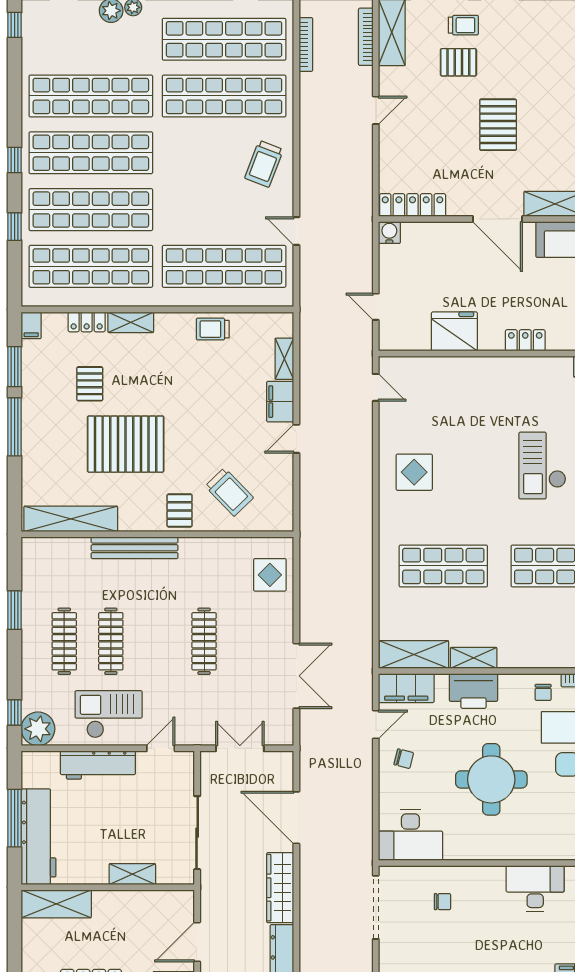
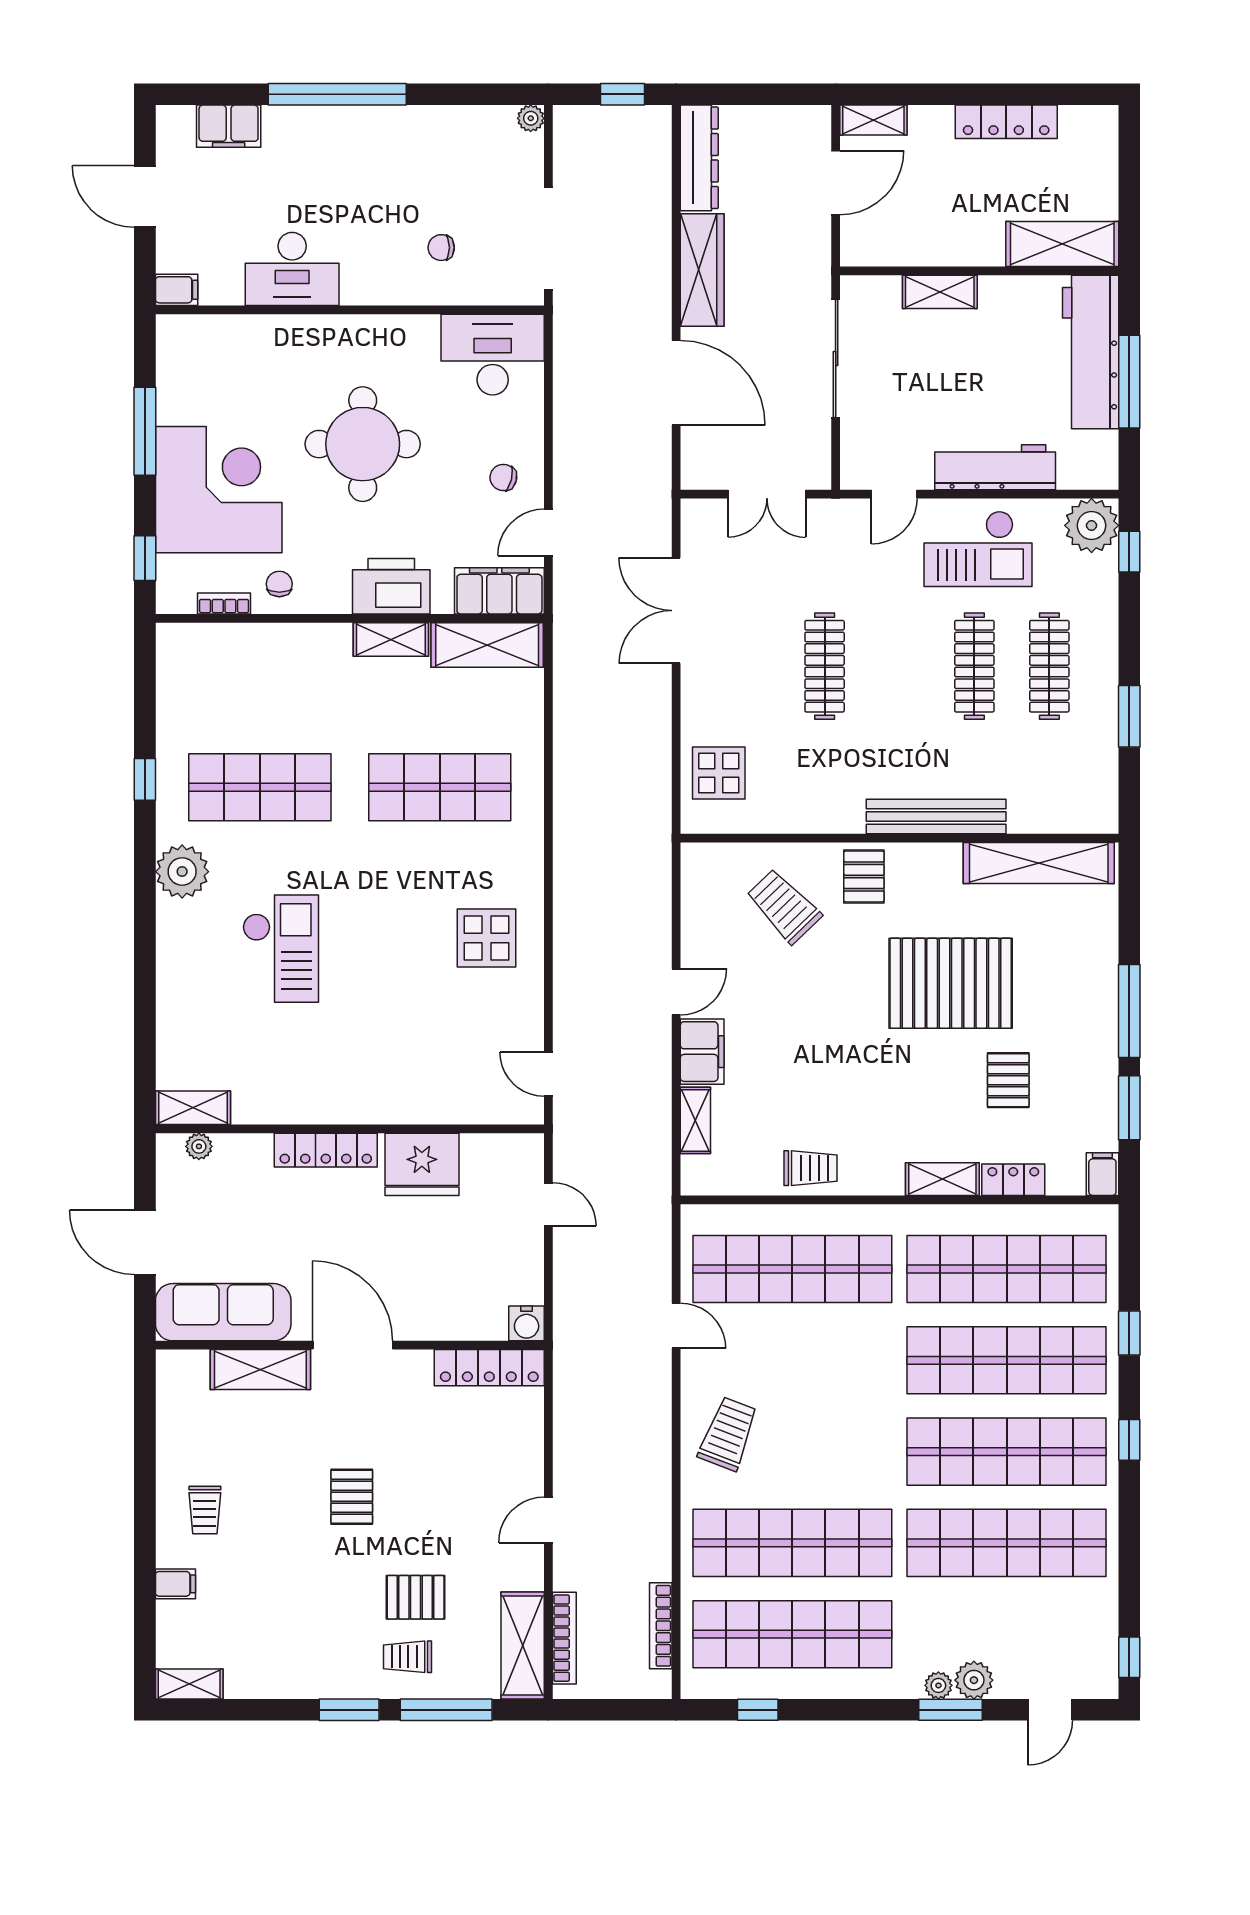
pallet: (498, 125) -> (352, 1497), width x0.67, depth x0.71
locker: (525, 340) -> (326, 1150), width x1.53

